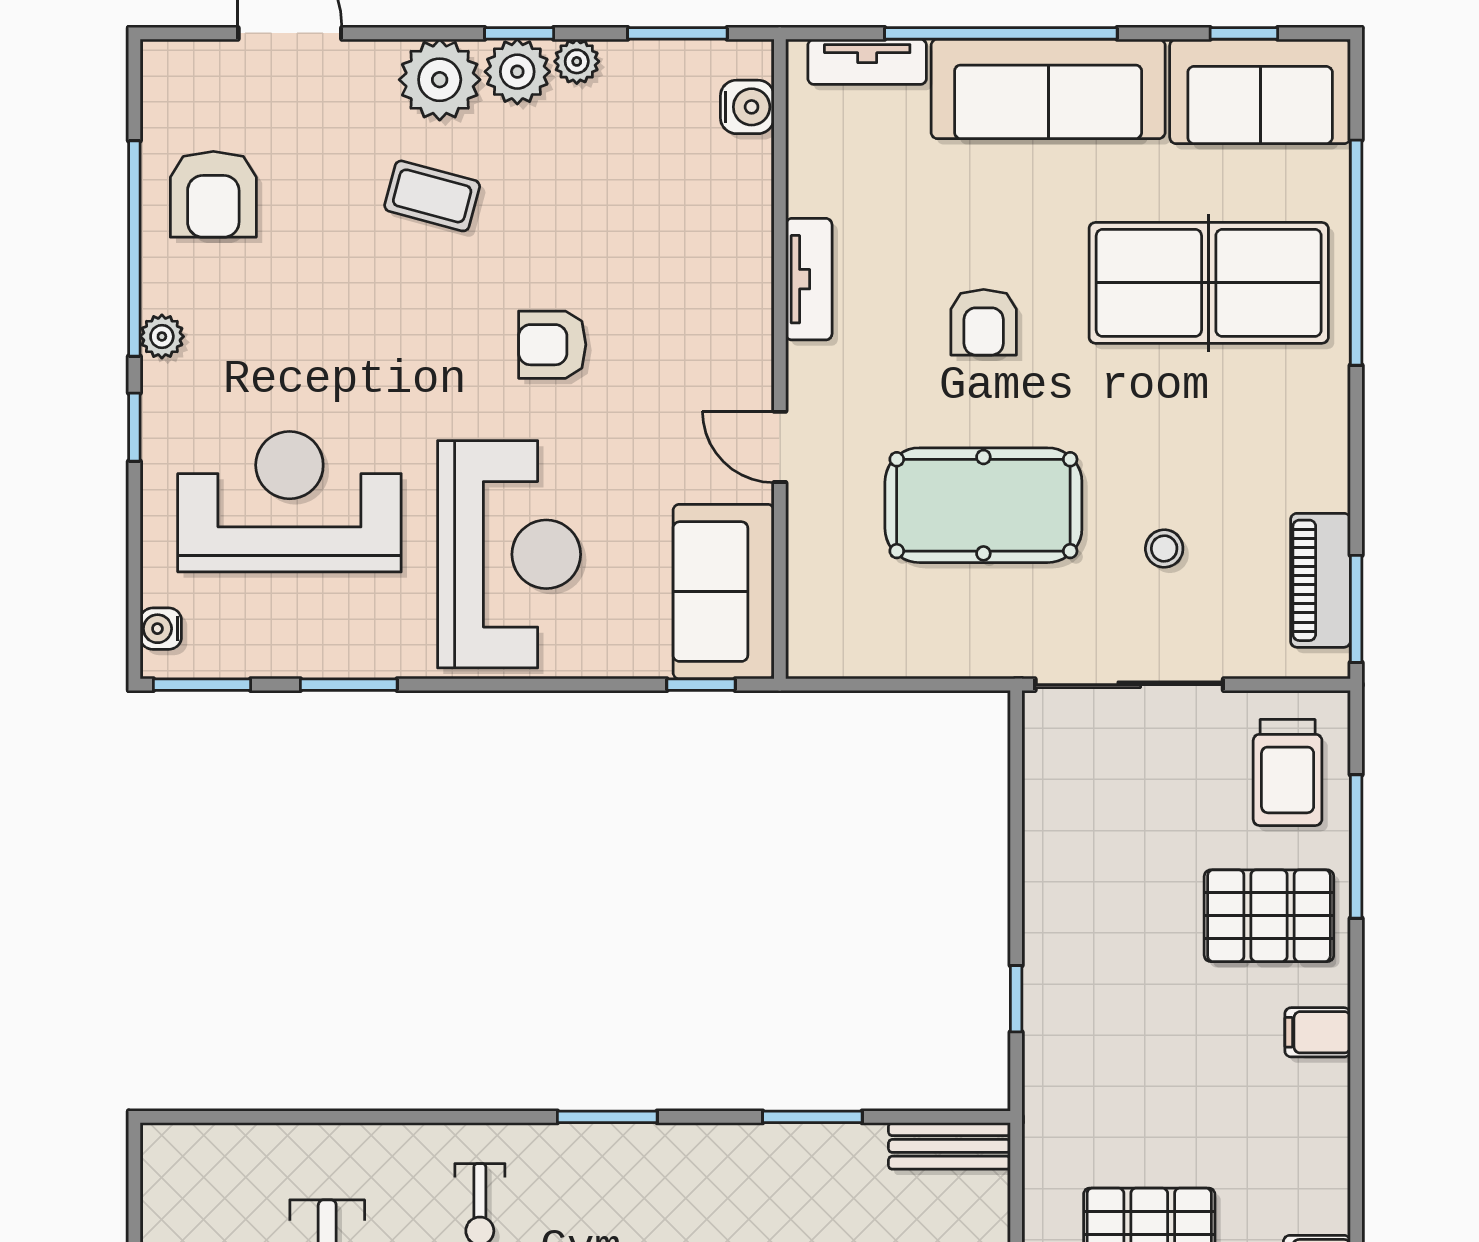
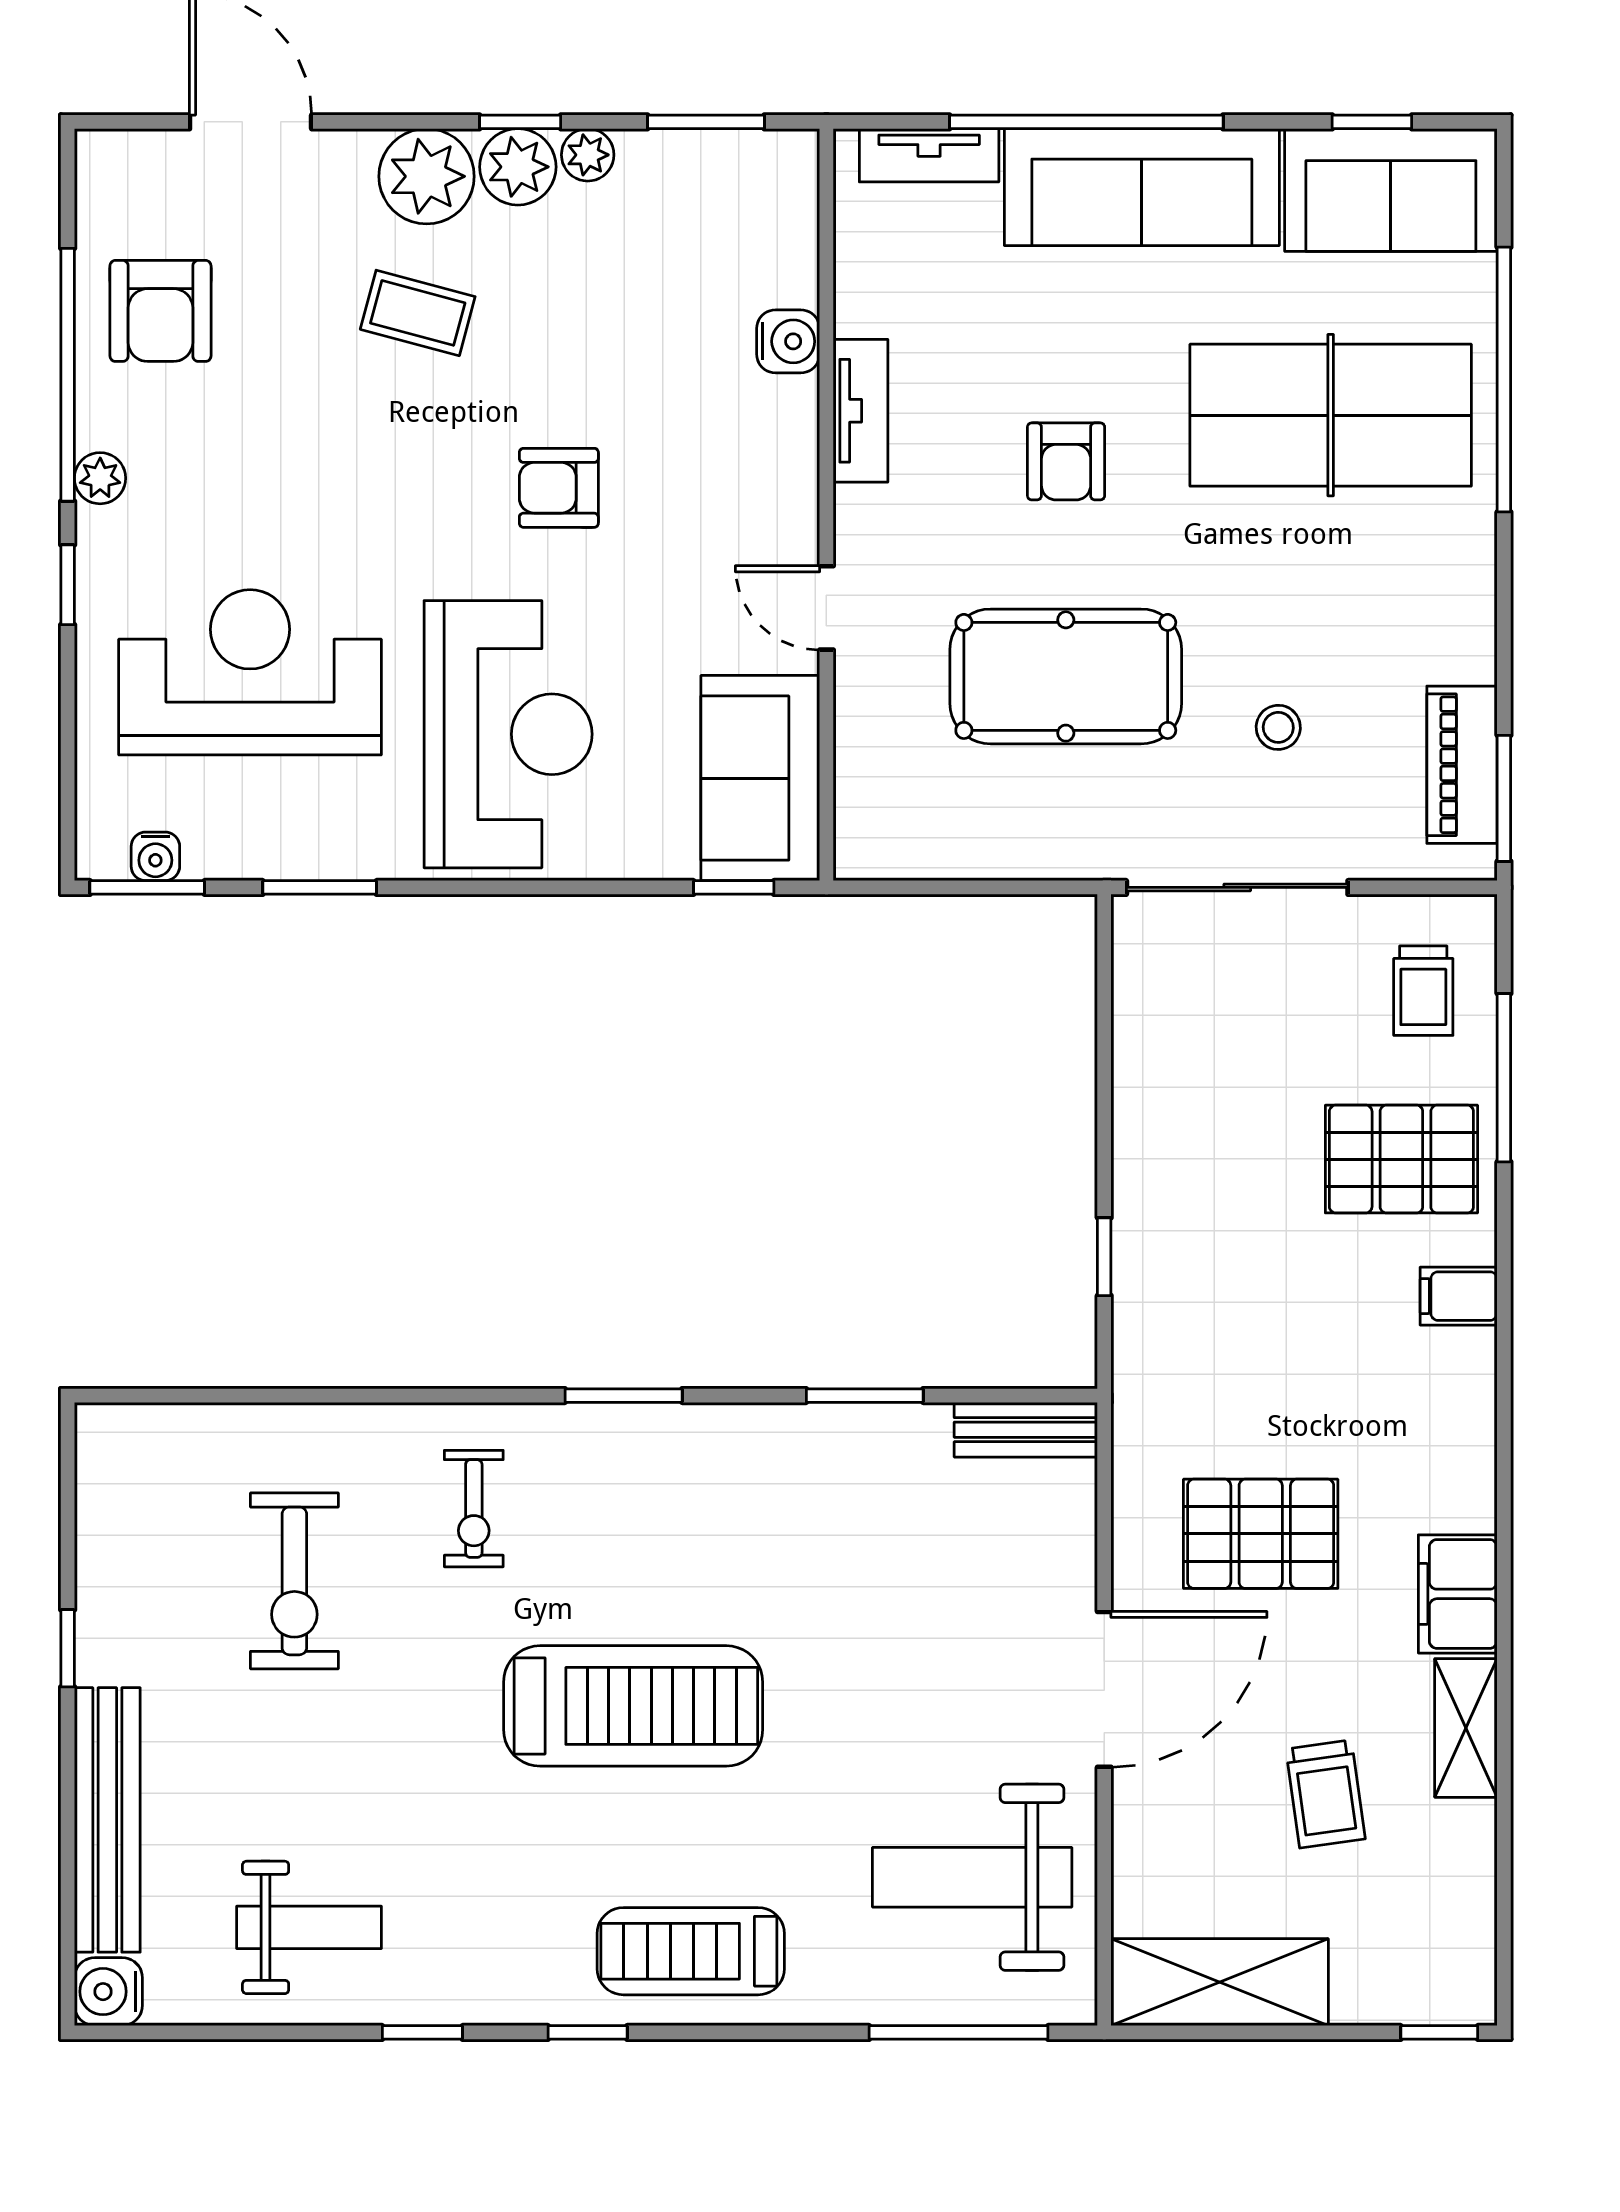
water cooler: (747, 107) -> (788, 341), moved
water cooler: (161, 629) -> (155, 856), moved, turned -90
trolley: (1288, 772) -> (1423, 991), width x0.73, depth x0.72

